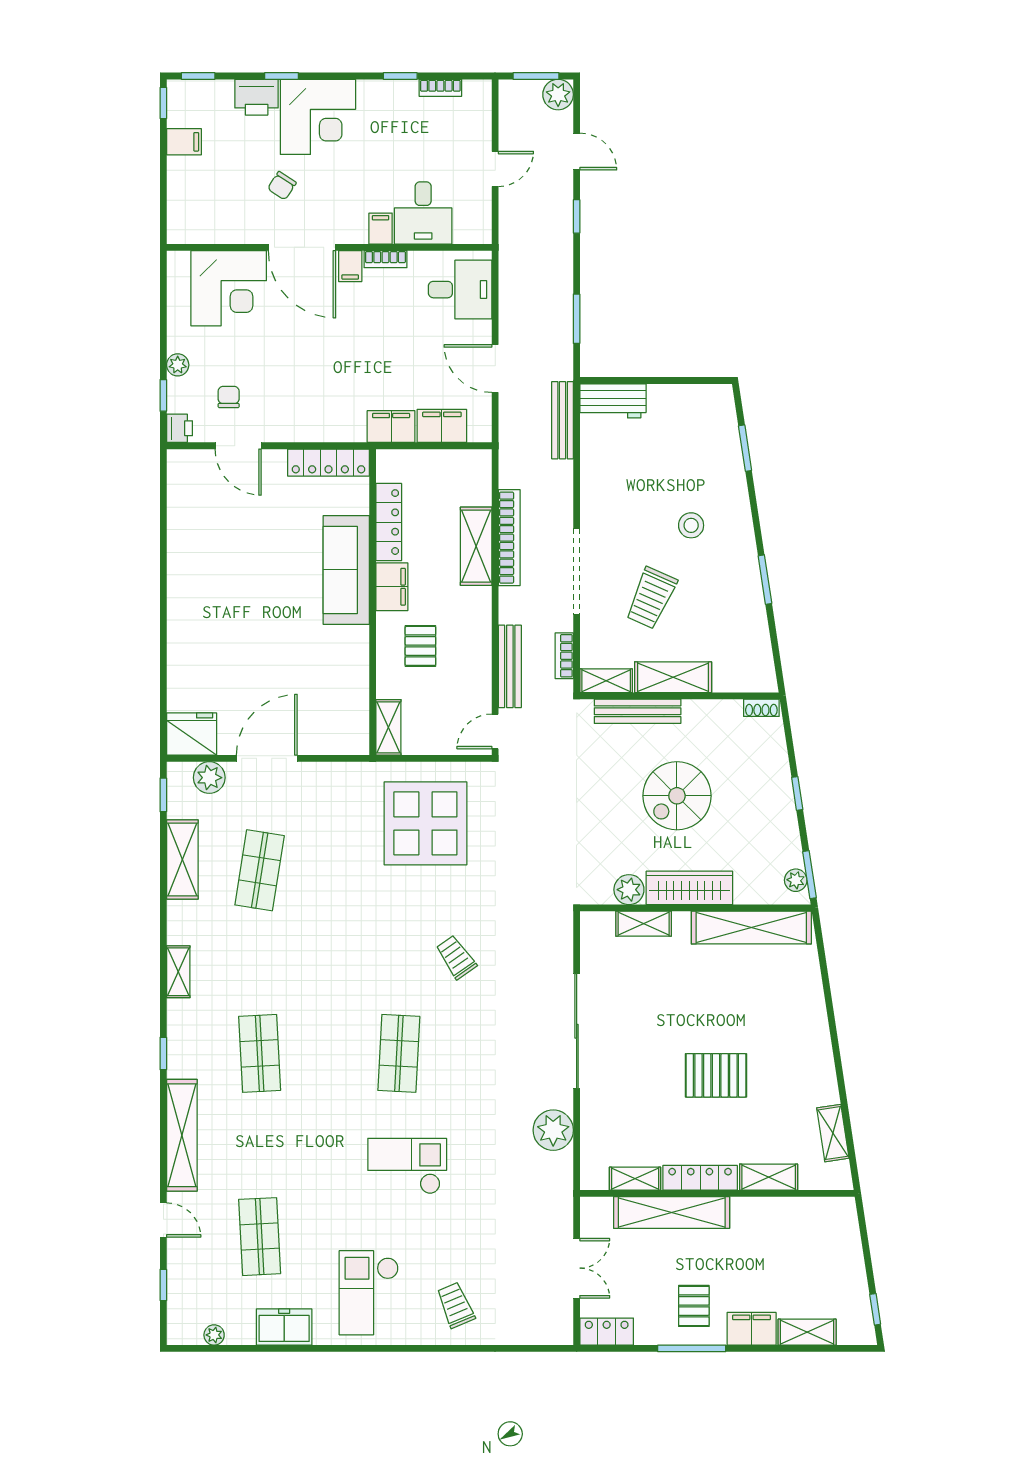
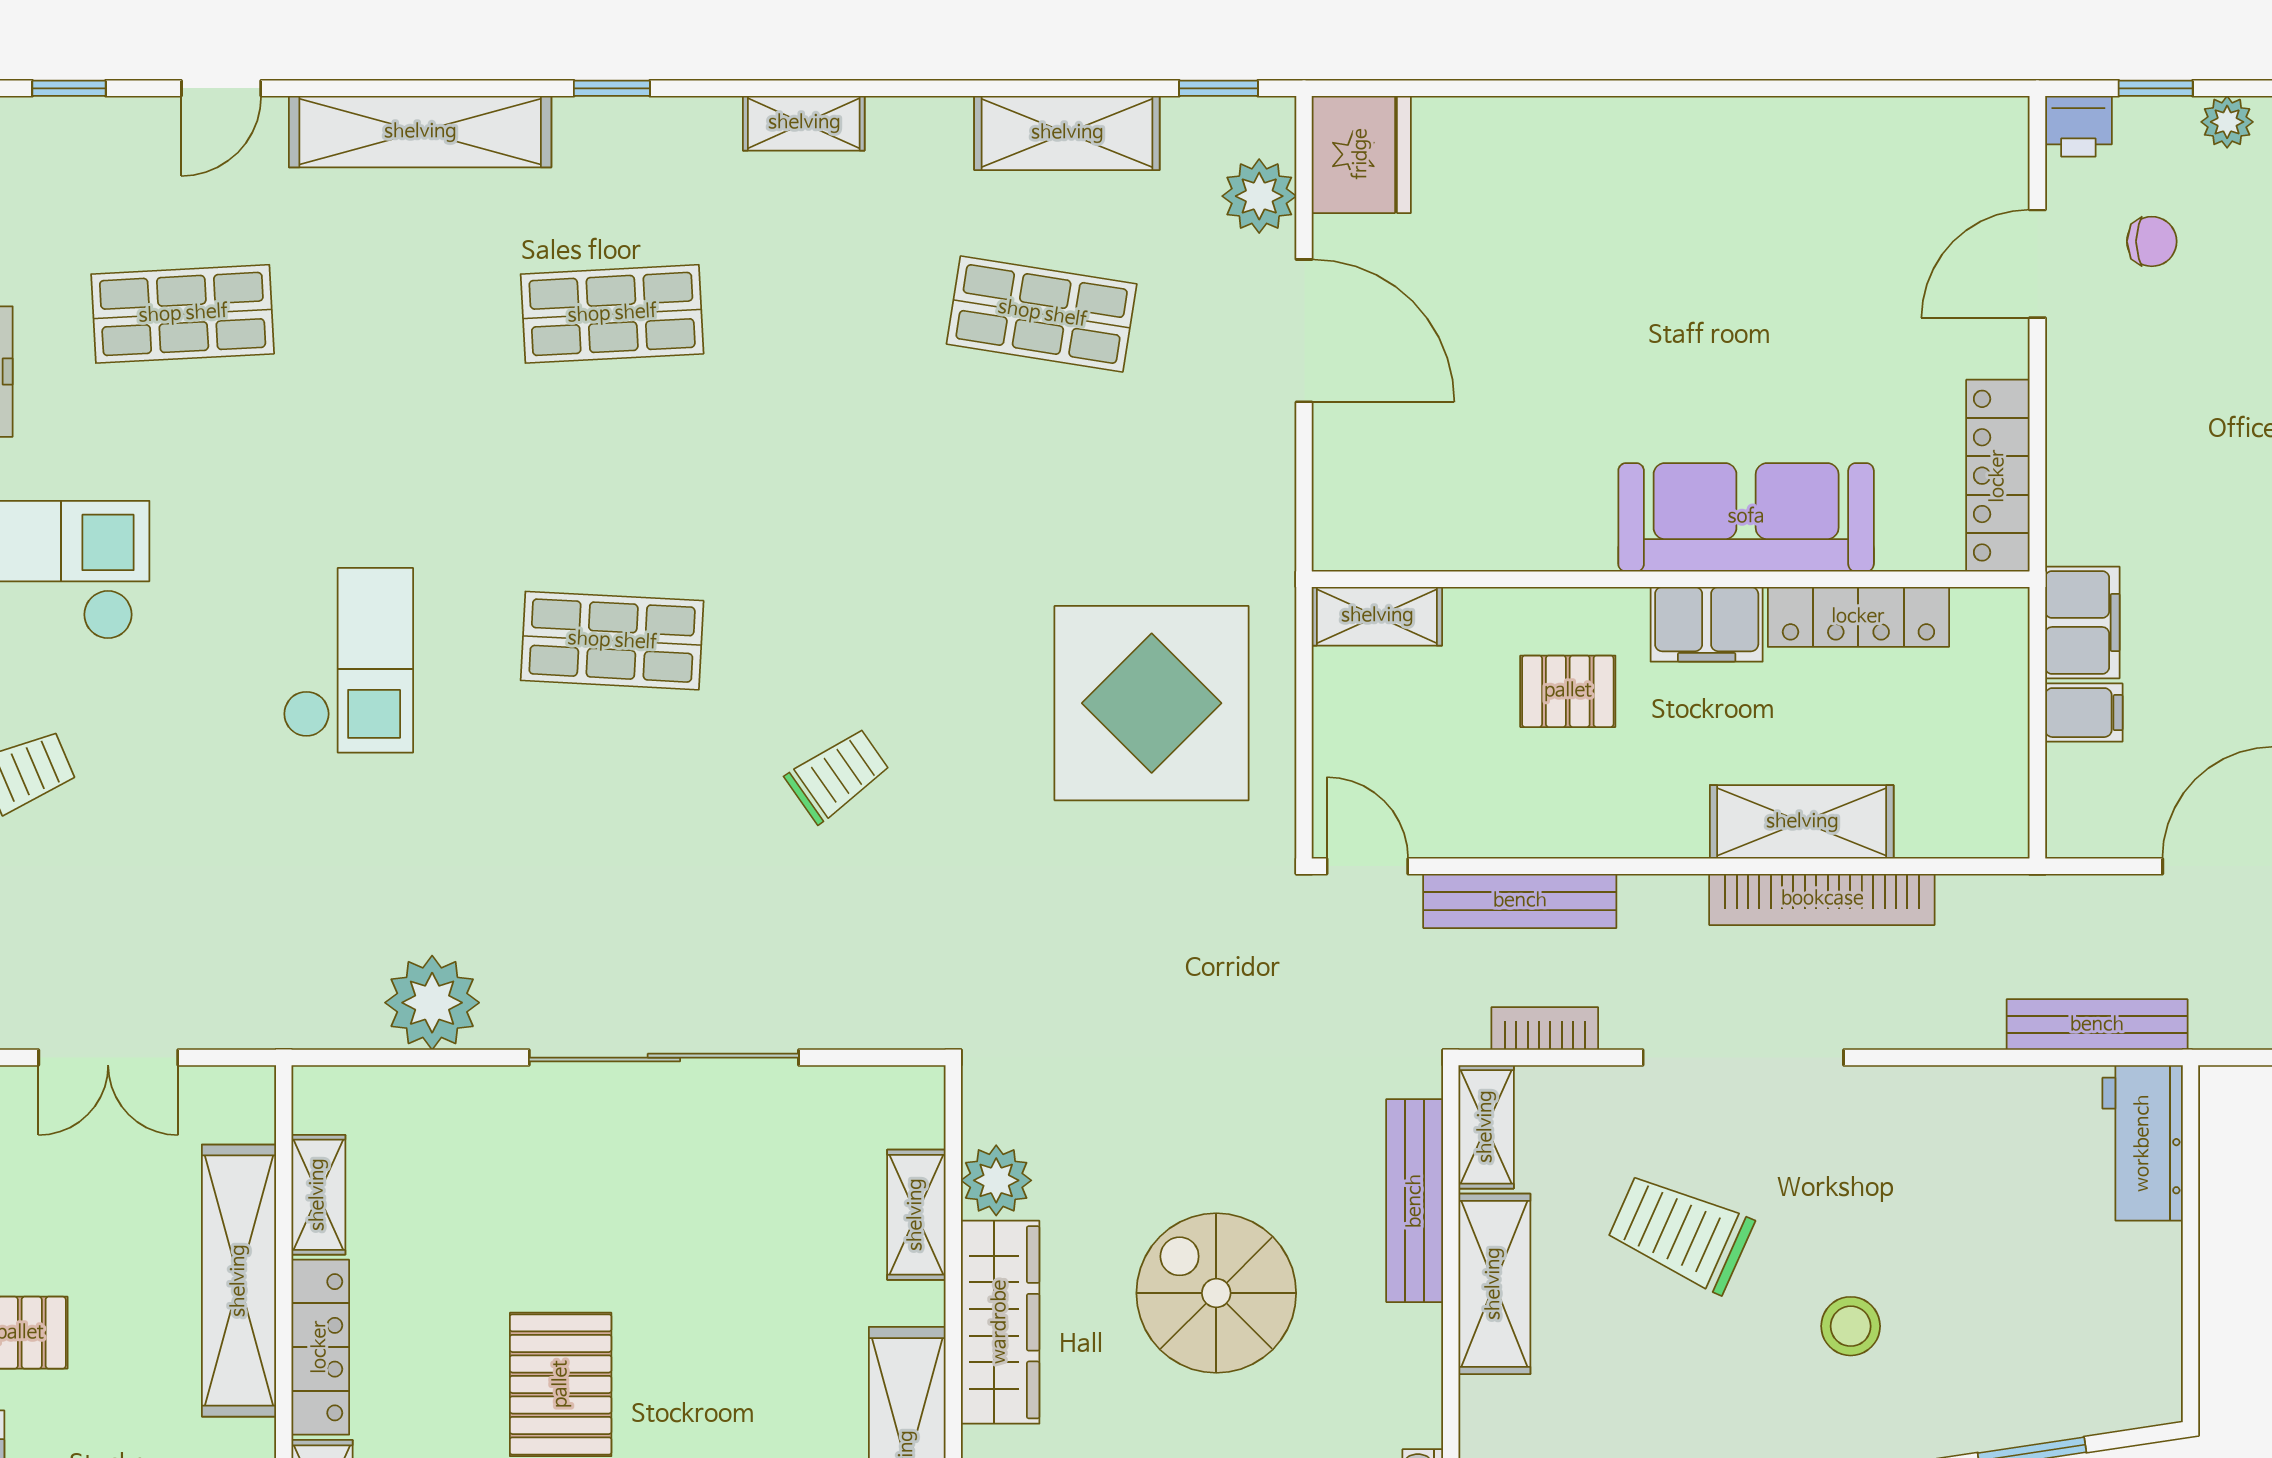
filing cabinet: (442, 426) -> (2084, 713), width x0.50

